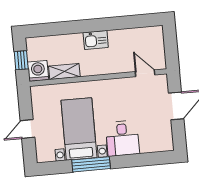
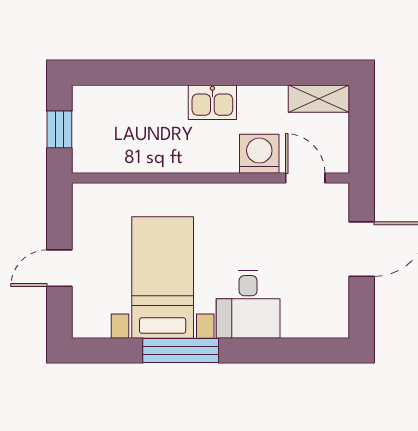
washing machine: (38, 71) -> (259, 154), moved
shelving: (64, 71) -> (319, 99), moved

